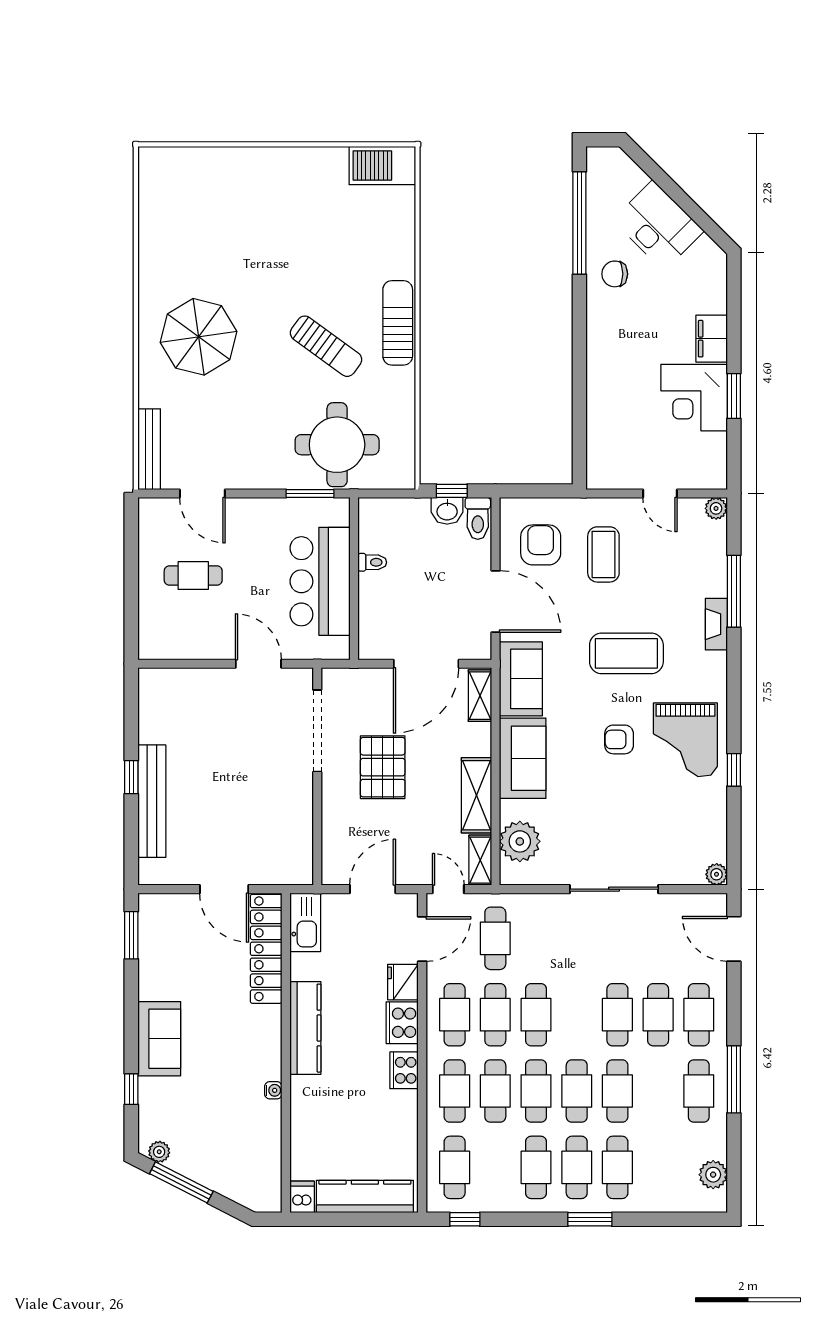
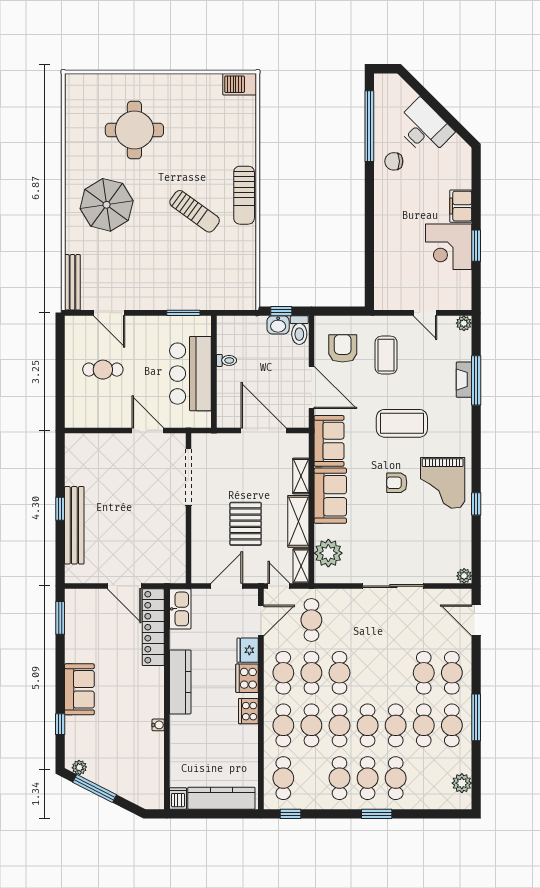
barbecue: (382, 165) -> (240, 84), width x0.73, depth x0.83
sun lounger: (398, 323) -> (244, 195), turned 180
round table: (337, 445) -> (134, 130), moved
fireplace: (716, 624) -> (464, 380), moved
door: (426, 664) -> (264, 430), swing flipped
shelving: (480, 696) -> (301, 476), moved
pallet: (383, 767) -> (246, 524), moved
cafe table: (617, 1015) -> (424, 725), moved

